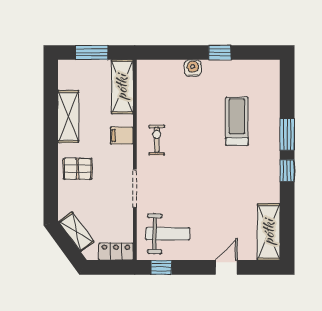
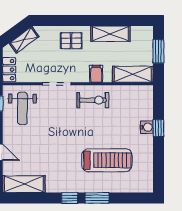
window: (220, 52) -> (158, 128), moved
treadmill: (237, 121) -> (107, 160), width x1.37, depth x1.38
exercise bike: (157, 140) -> (93, 100), width x1.38, depth x1.39
pallet: (78, 169) -> (71, 41), turned 90

